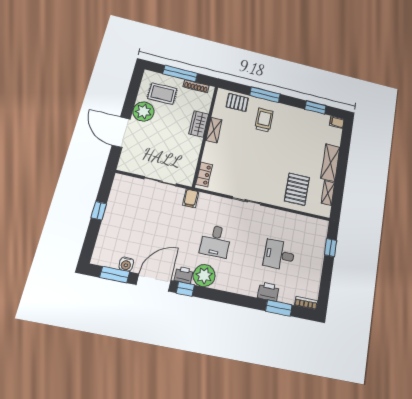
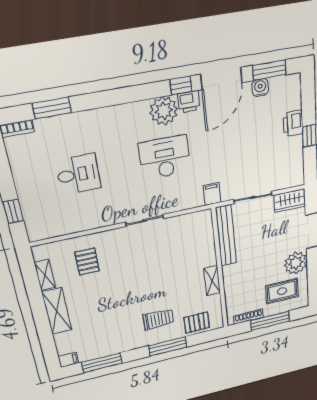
window: (316, 107) -> (102, 363), width x1.44
trolley: (264, 120) -> (158, 319), turned -90
wardrobe: (199, 124) -> (290, 201), moved, turned 90
bench: (191, 161) -> (226, 236), added
locker: (204, 174) -> (206, 227), removed
pallet: (297, 189) -> (87, 262), width x0.67, depth x0.71
desk: (216, 241) -> (165, 157), width x1.37
printer: (268, 292) -> (293, 123), moved, turned 90

